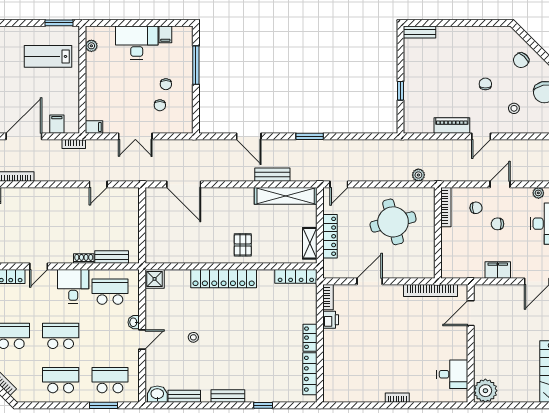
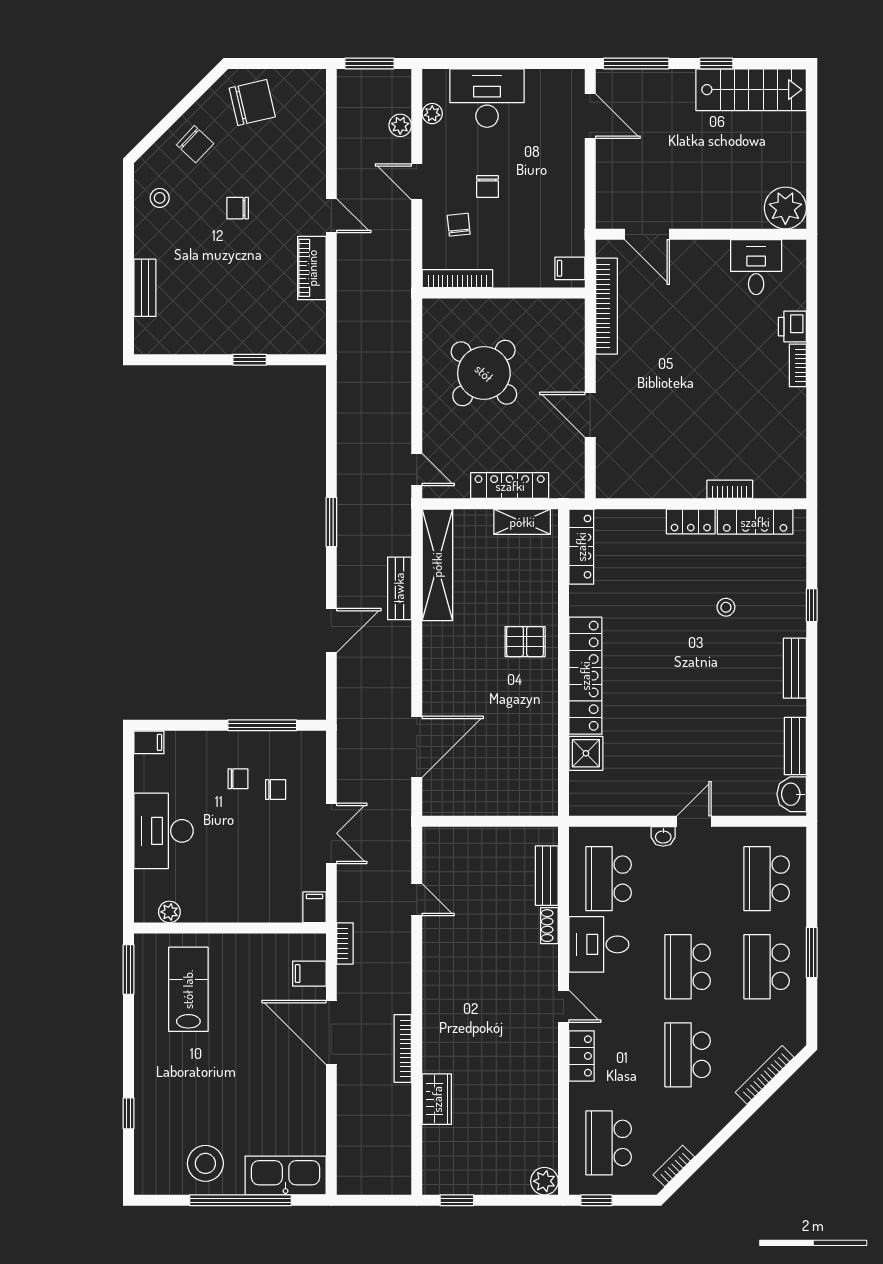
bench: (420, 32) -> (145, 288), moved
filing cabinet: (165, 34) -> (149, 742), moved
lab bench: (48, 56) -> (188, 989), turned 180
window: (196, 65) -> (262, 725), moved
stool: (514, 108) -> (160, 198), moved
plant: (418, 175) -> (400, 125), moved
round table: (393, 222) -> (484, 373), turned -33
filing cabinet: (498, 270) -> (570, 268), moved, width x0.50
shower: (155, 279) -> (586, 753), moved
bookcase: (328, 297) -> (730, 489), moved
printer: (331, 320) -> (792, 327), moved, turned -90
stool: (193, 337) -> (726, 607), moved
door: (142, 340) -> (694, 821), hinge flipped
window: (104, 405) -> (812, 953), moved

